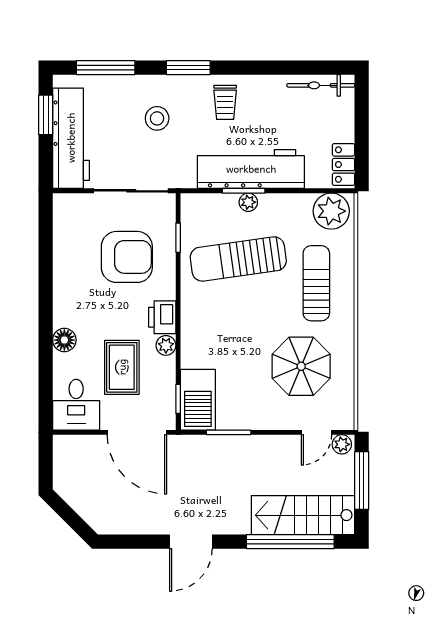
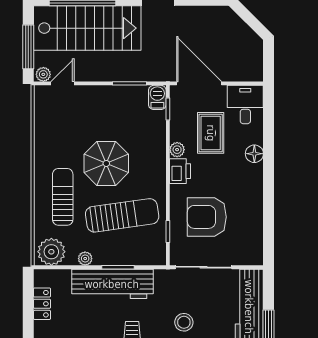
locker: (344, 165) -> (42, 304), moved
plant: (248, 202) -> (85, 259), moved
sun lounger: (316, 283) -> (63, 197), turned 180
parasol: (301, 366) -> (106, 163), moved
barbecue: (198, 400) -> (157, 97), width x0.53, depth x0.65
stairs: (303, 515) -> (87, 28), width x1.36, depth x1.51

